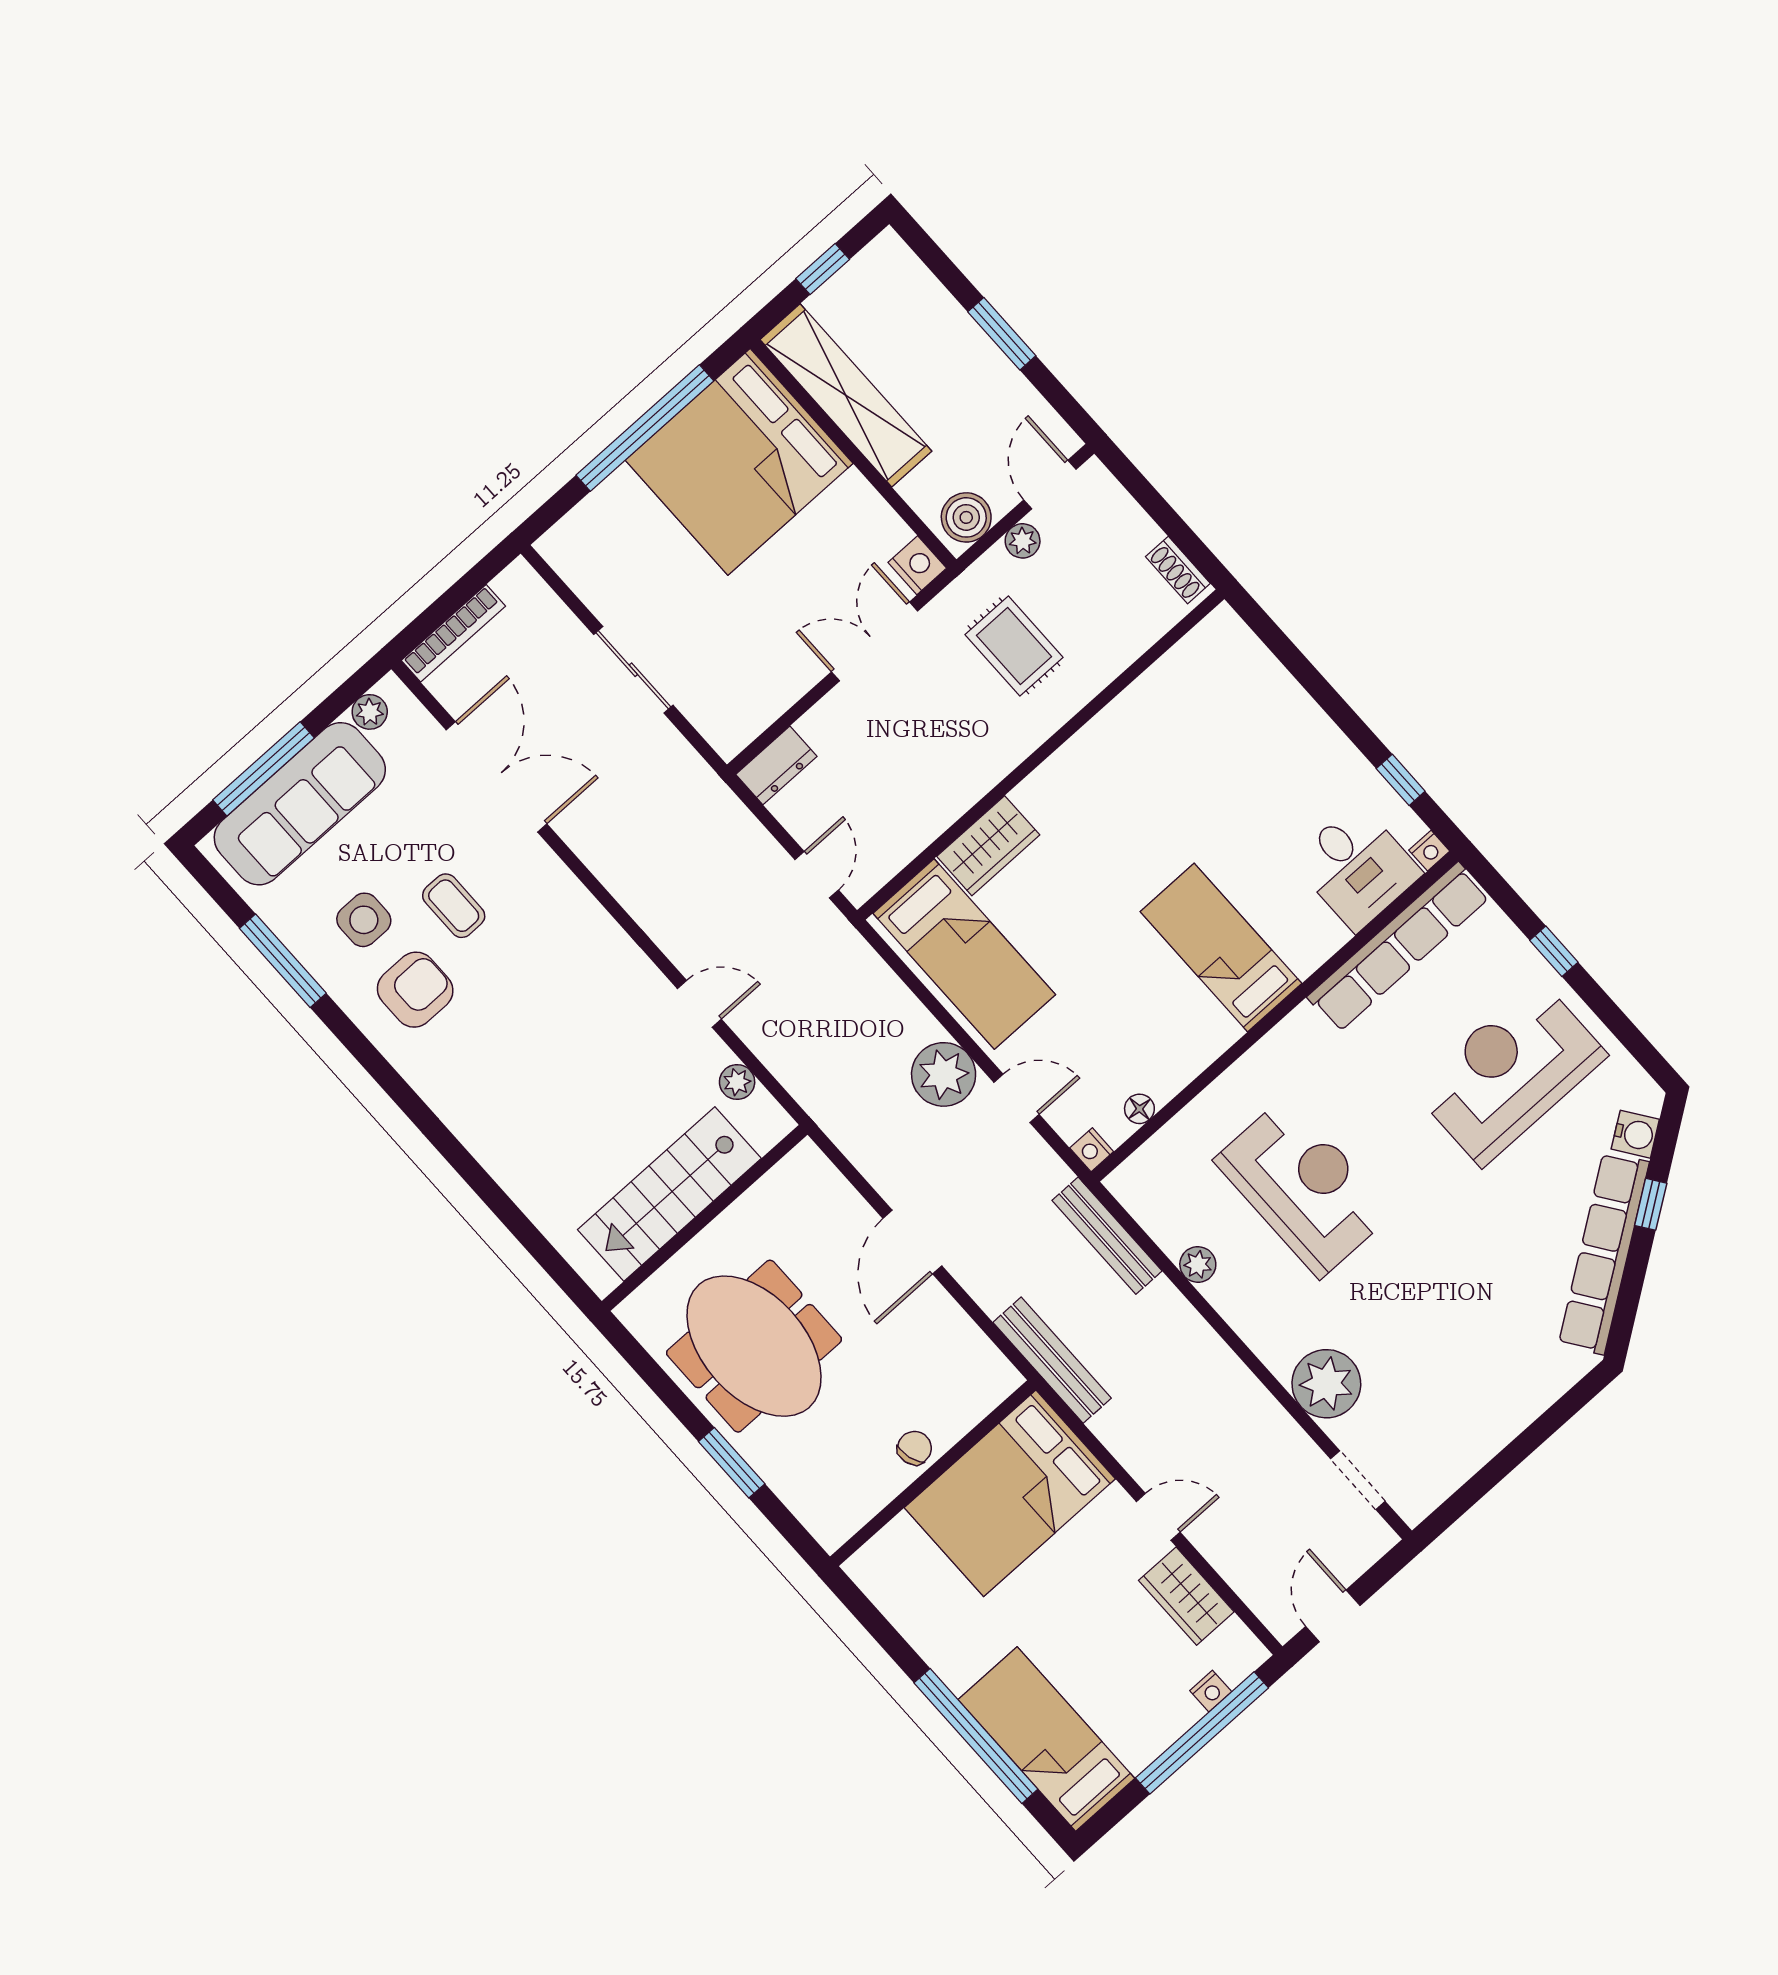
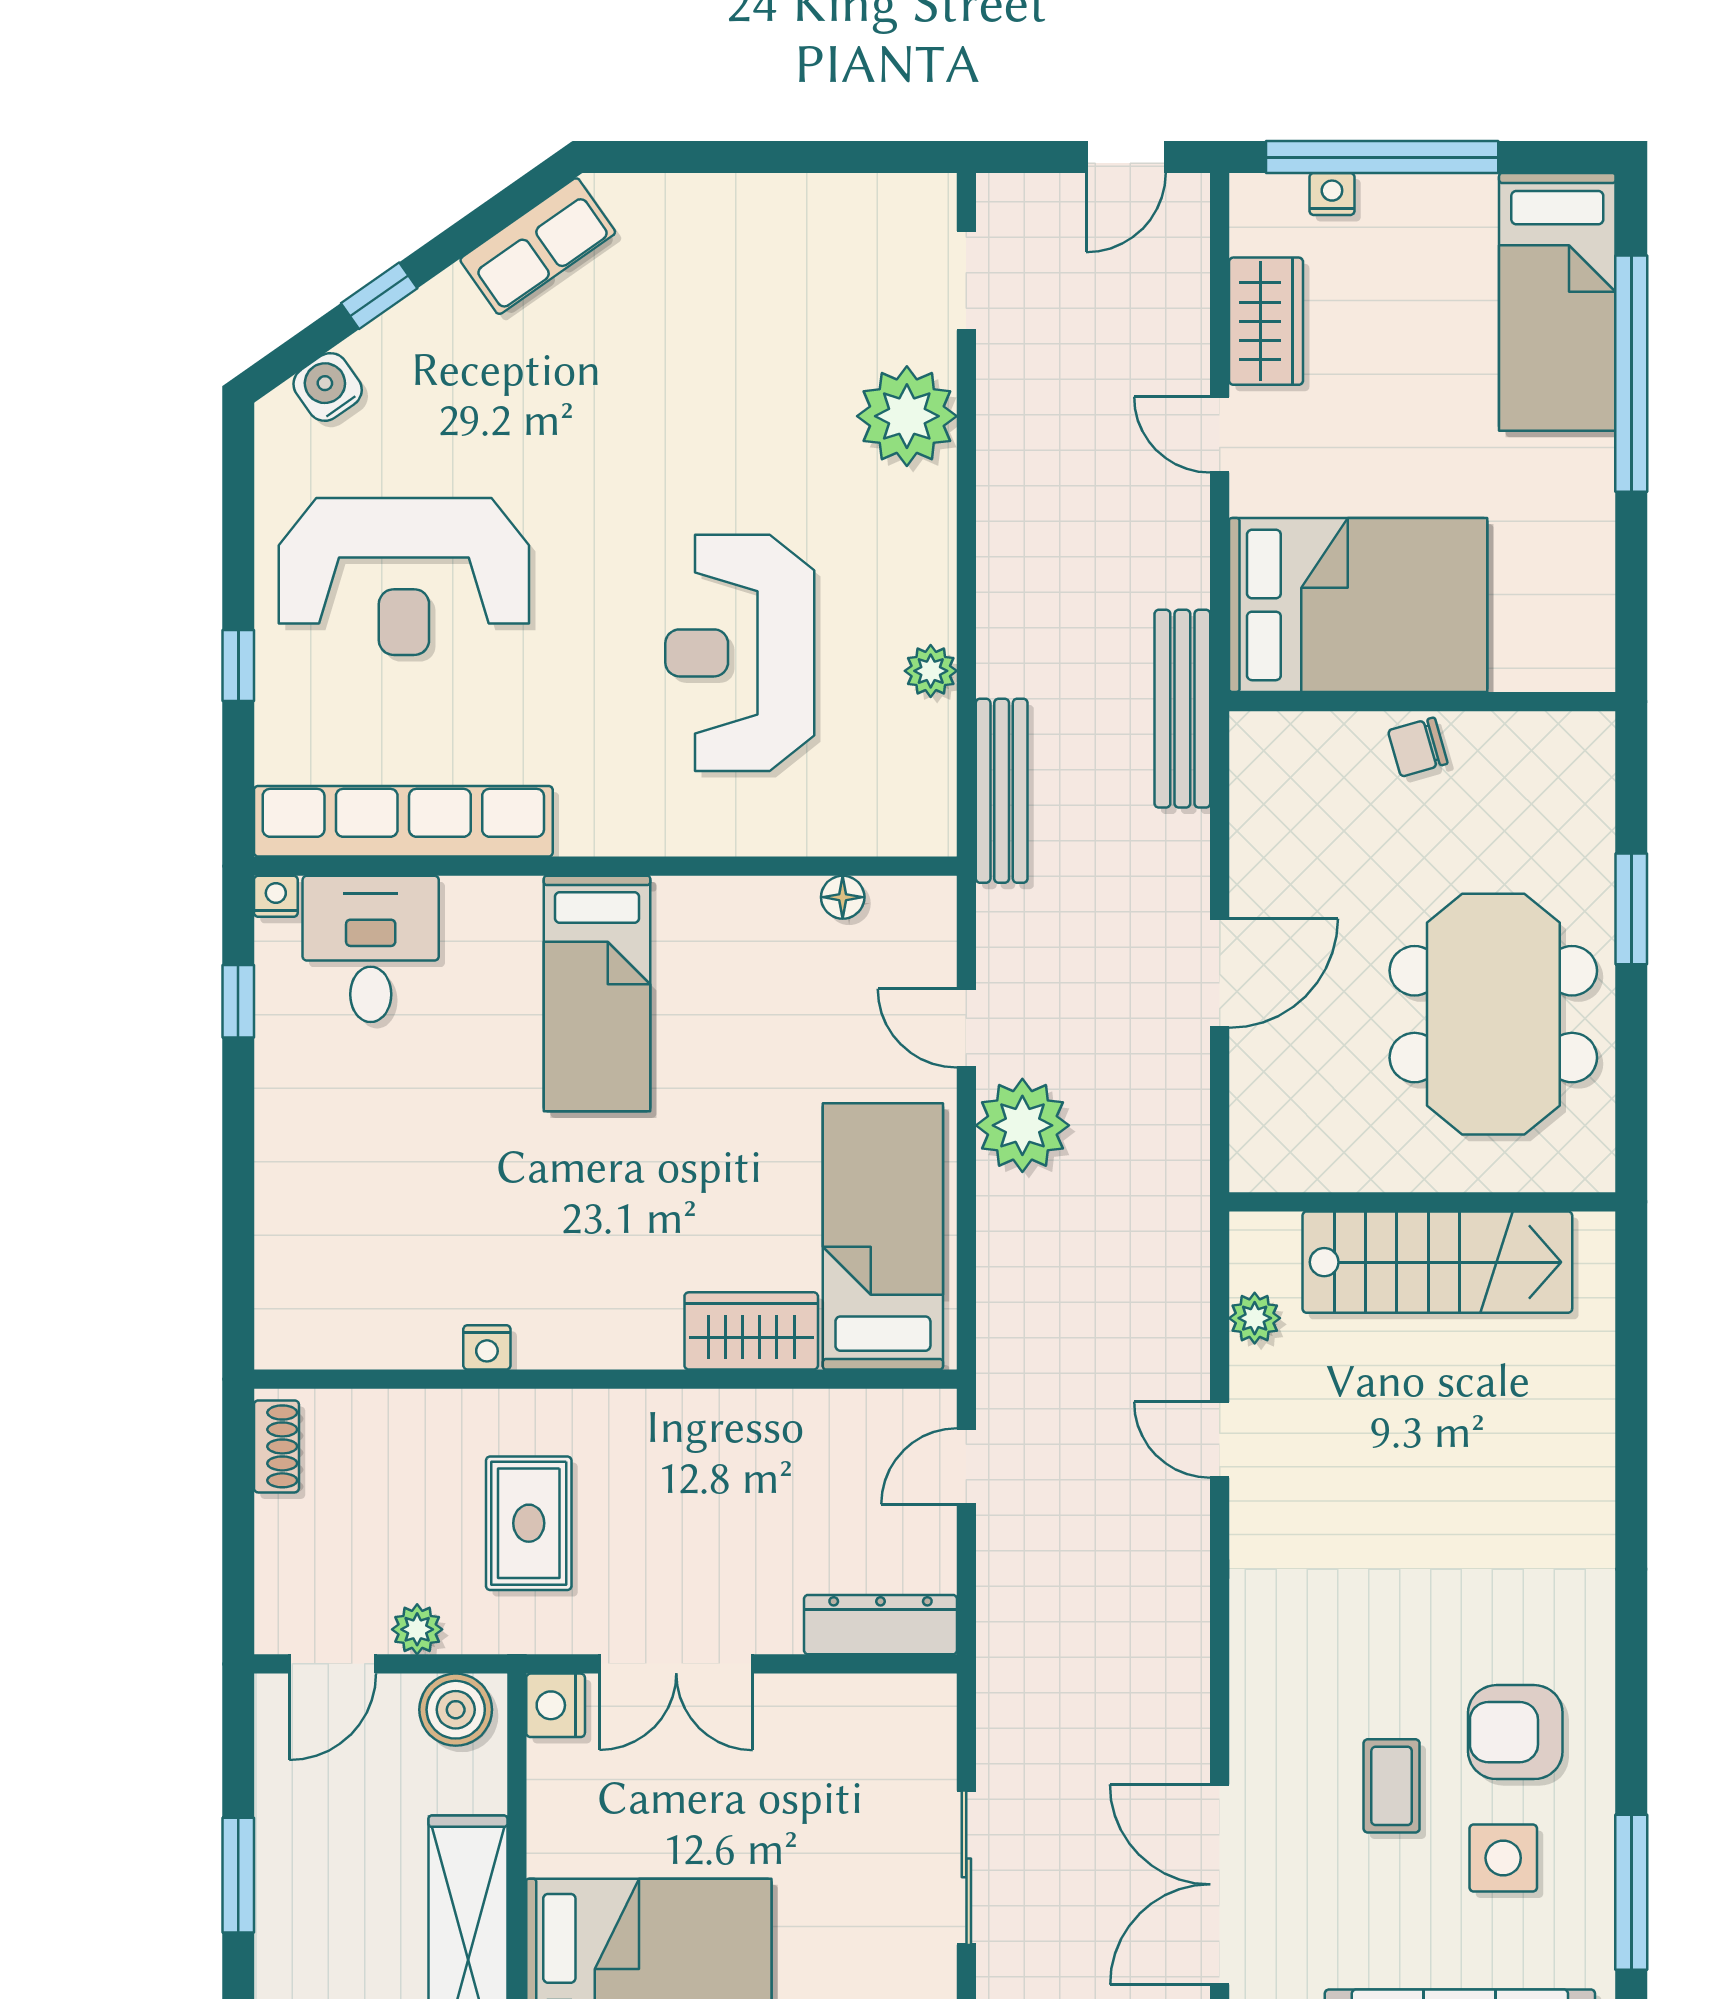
dresser: (776, 765) -> (881, 1625), width x1.44
nightstand: (1092, 1150) -> (487, 1347), moved, turned 90
row of seats: (1604, 1253) -> (538, 246), width x0.50

